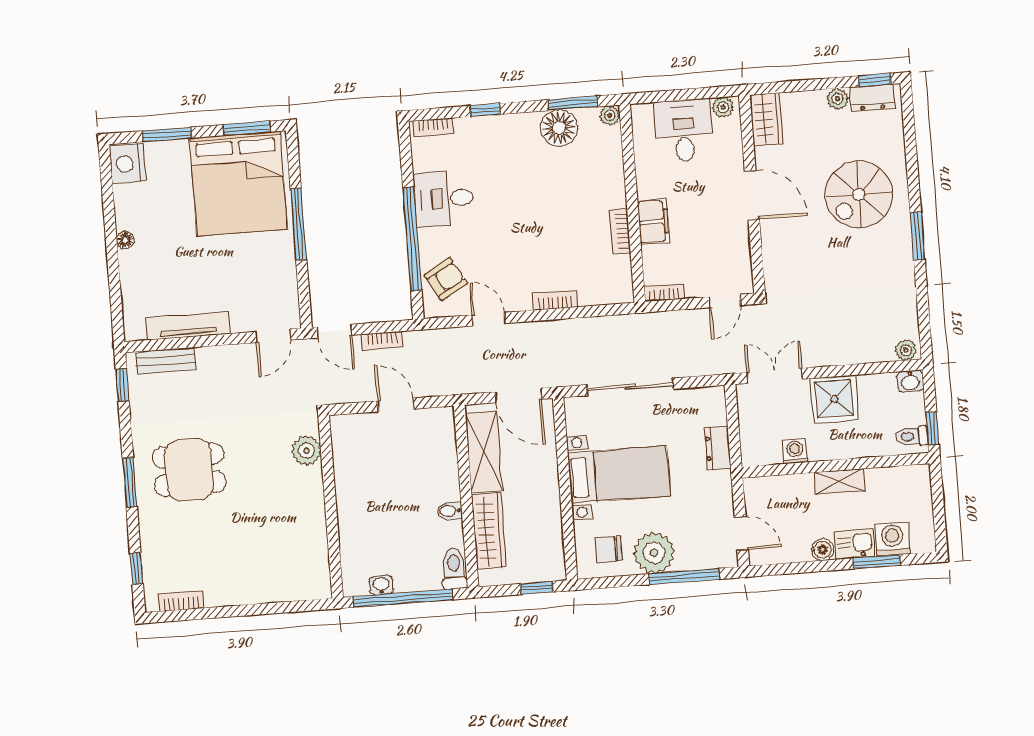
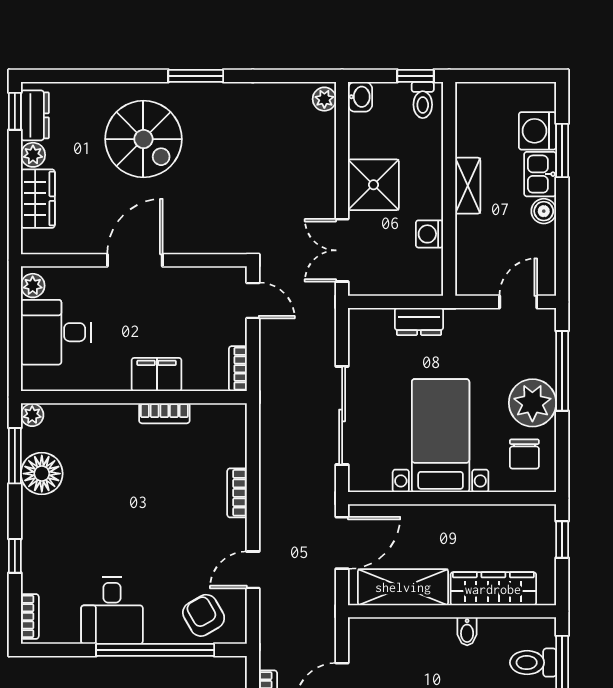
wardrobe: (766, 119) -> (38, 199), moved, turned 90
toilet: (454, 569) -> (533, 663), moved

